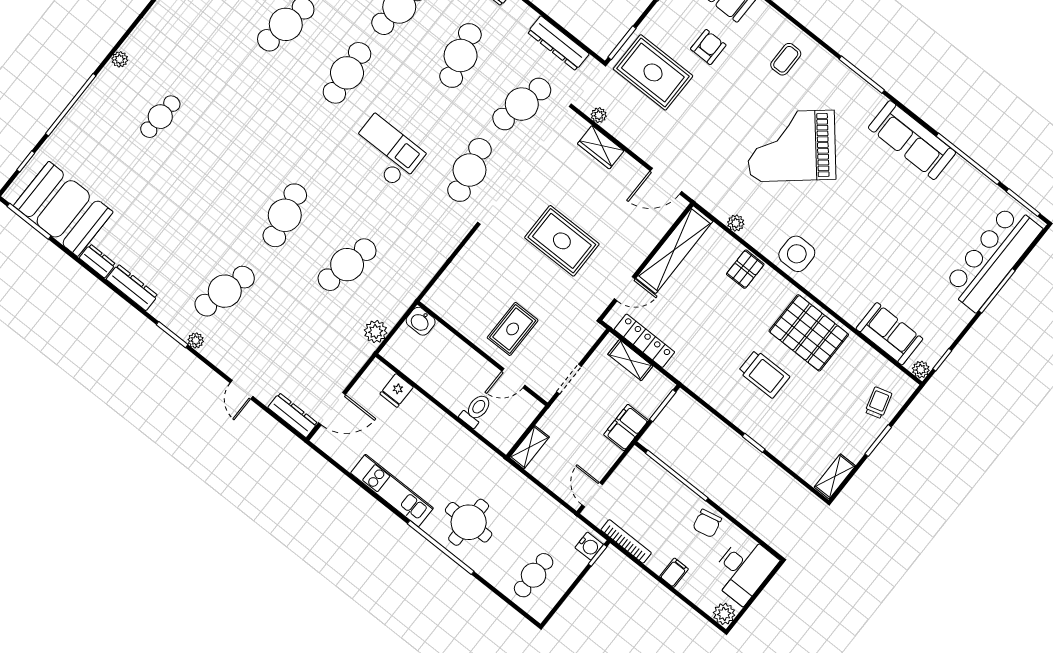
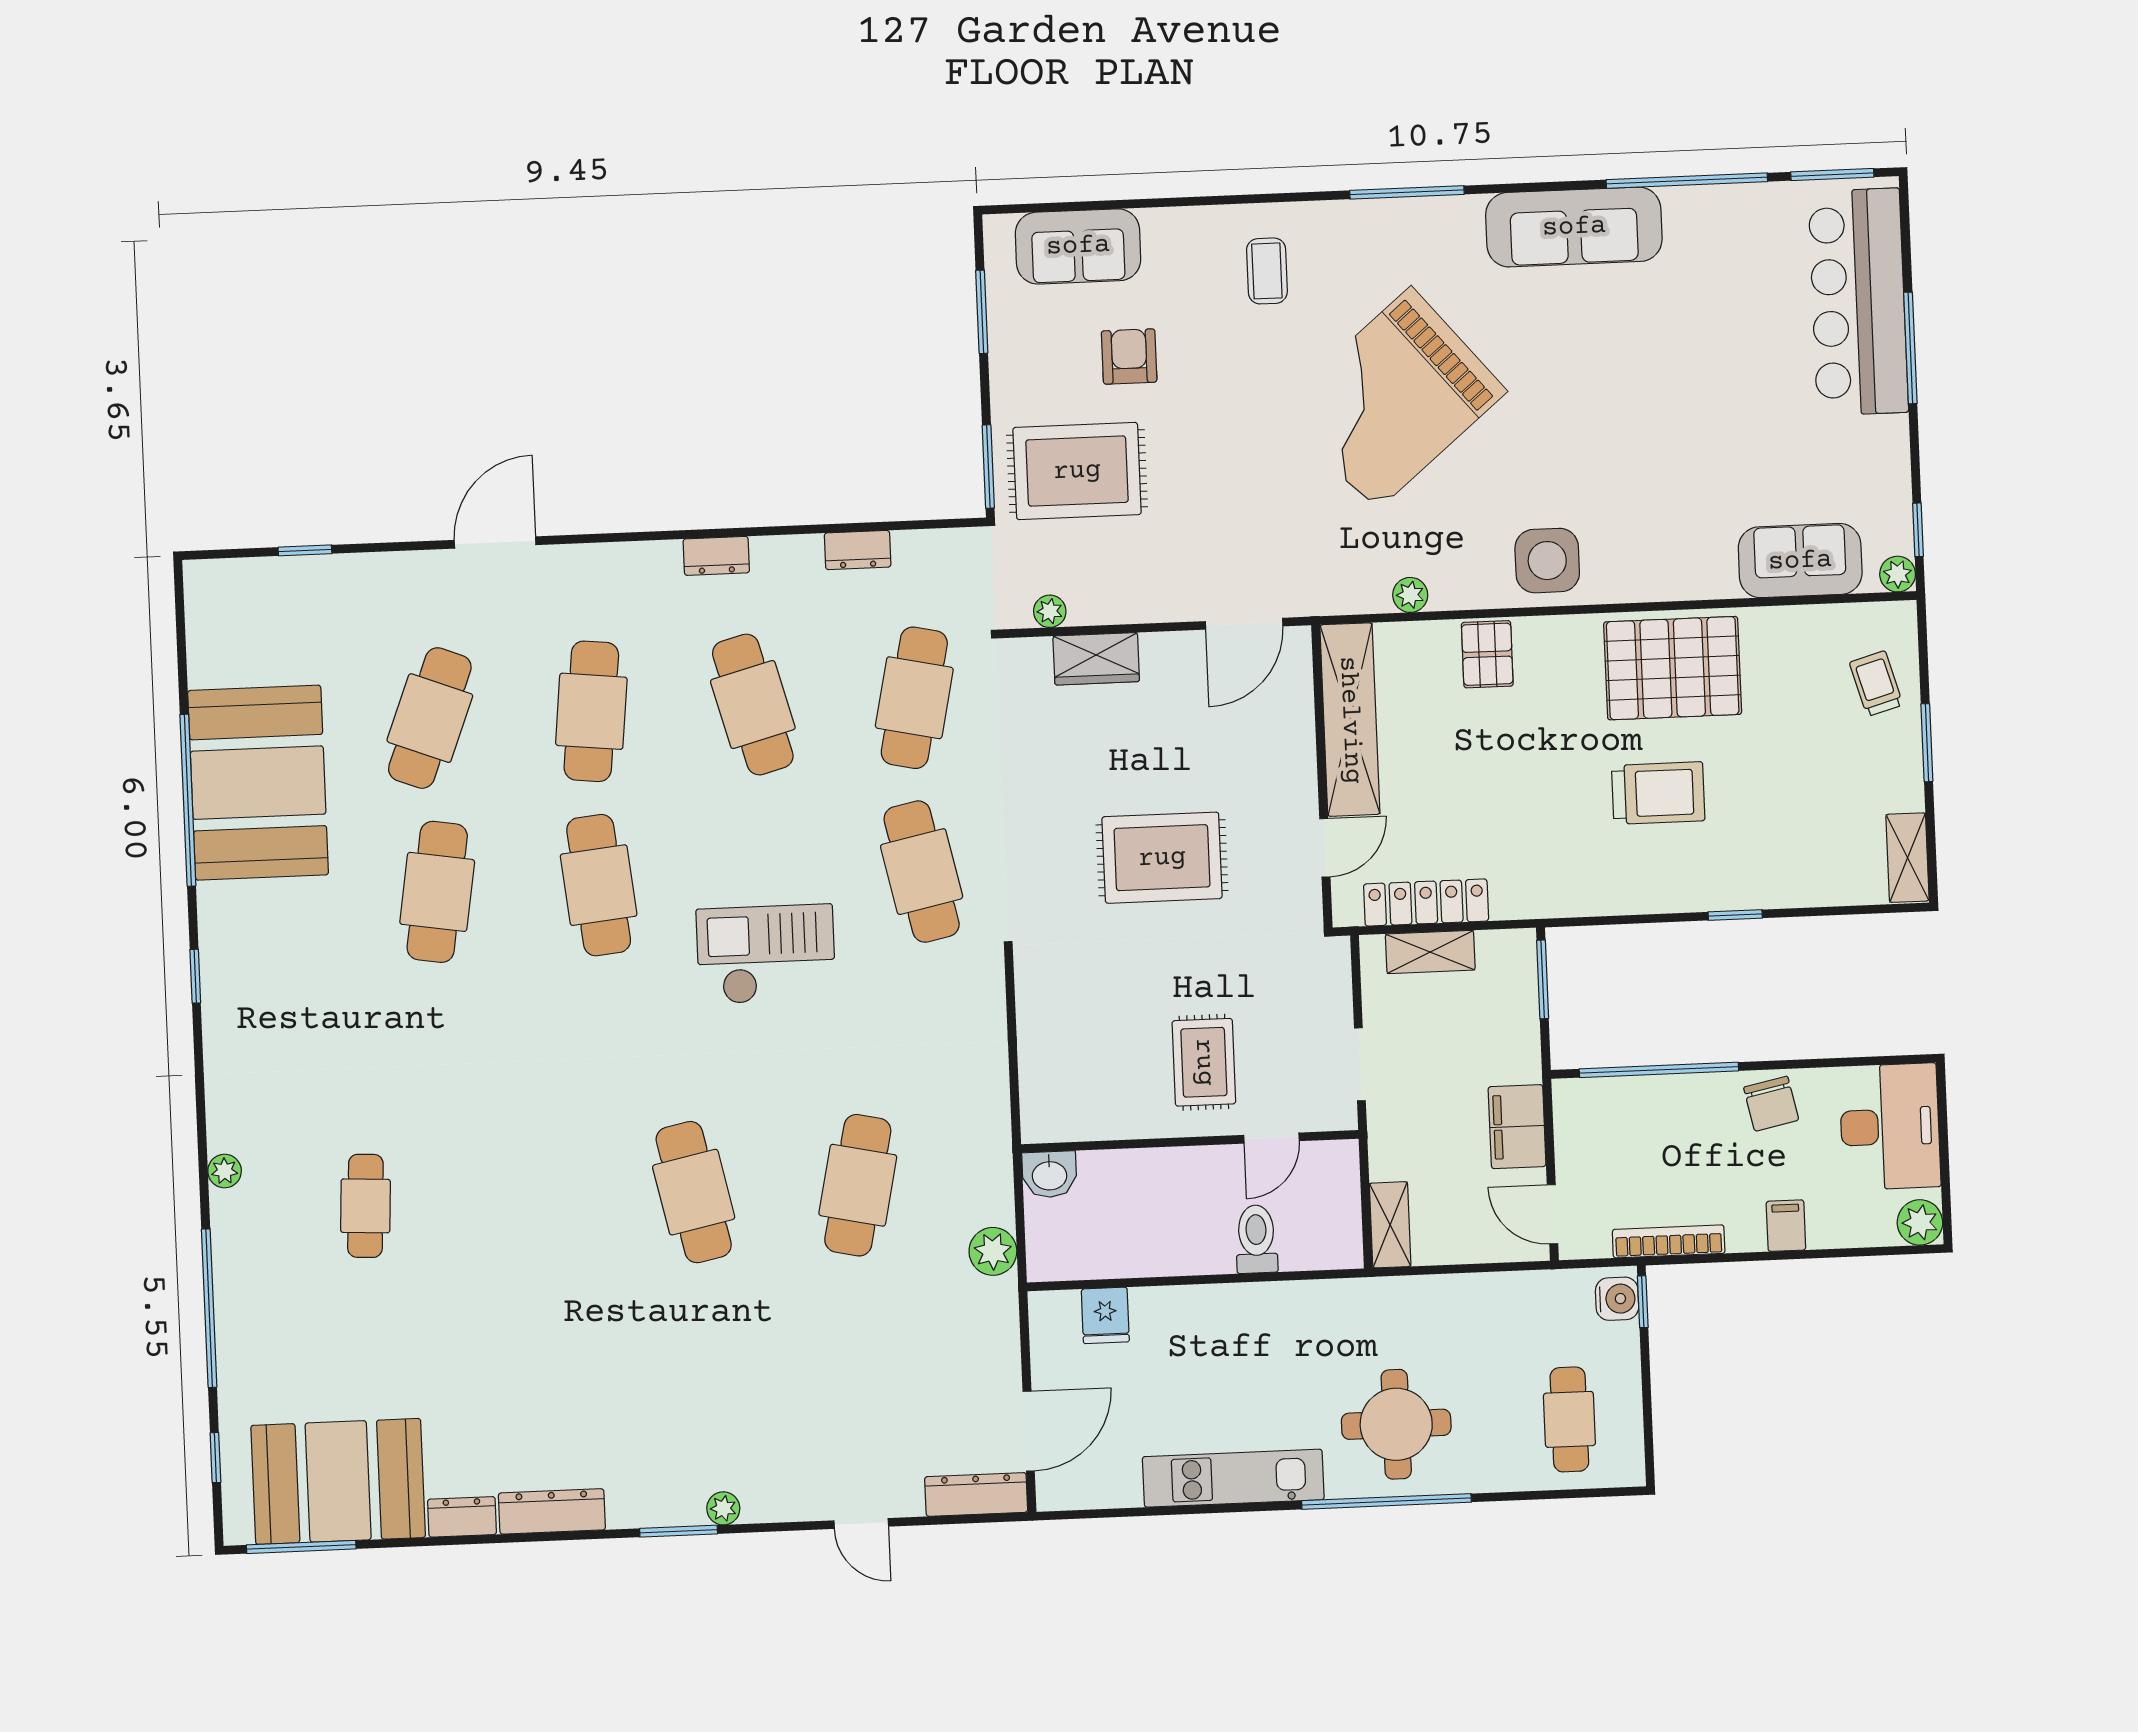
dresser: (558, 43) -> (858, 550), width x0.51, depth x0.80
cafe table: (225, 291) -> (702, 1392), removed
filing cabinet: (626, 428) -> (1517, 1127), moved

